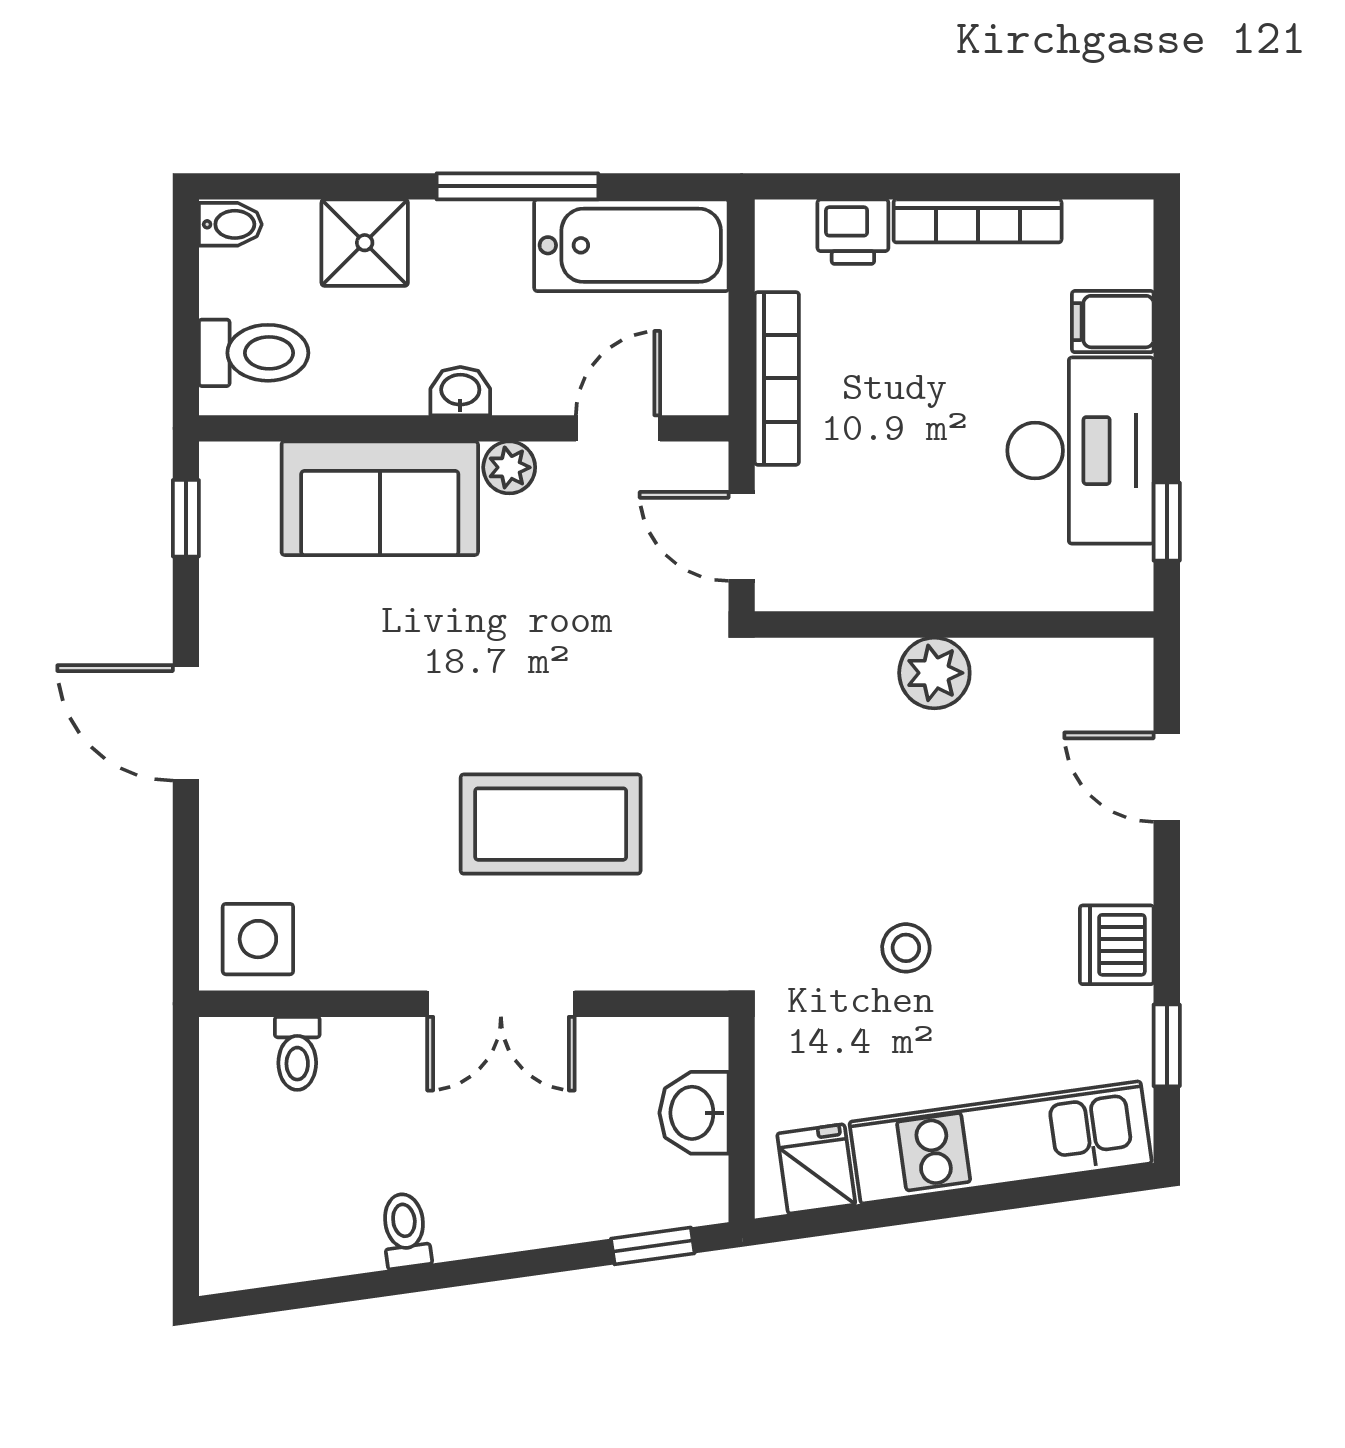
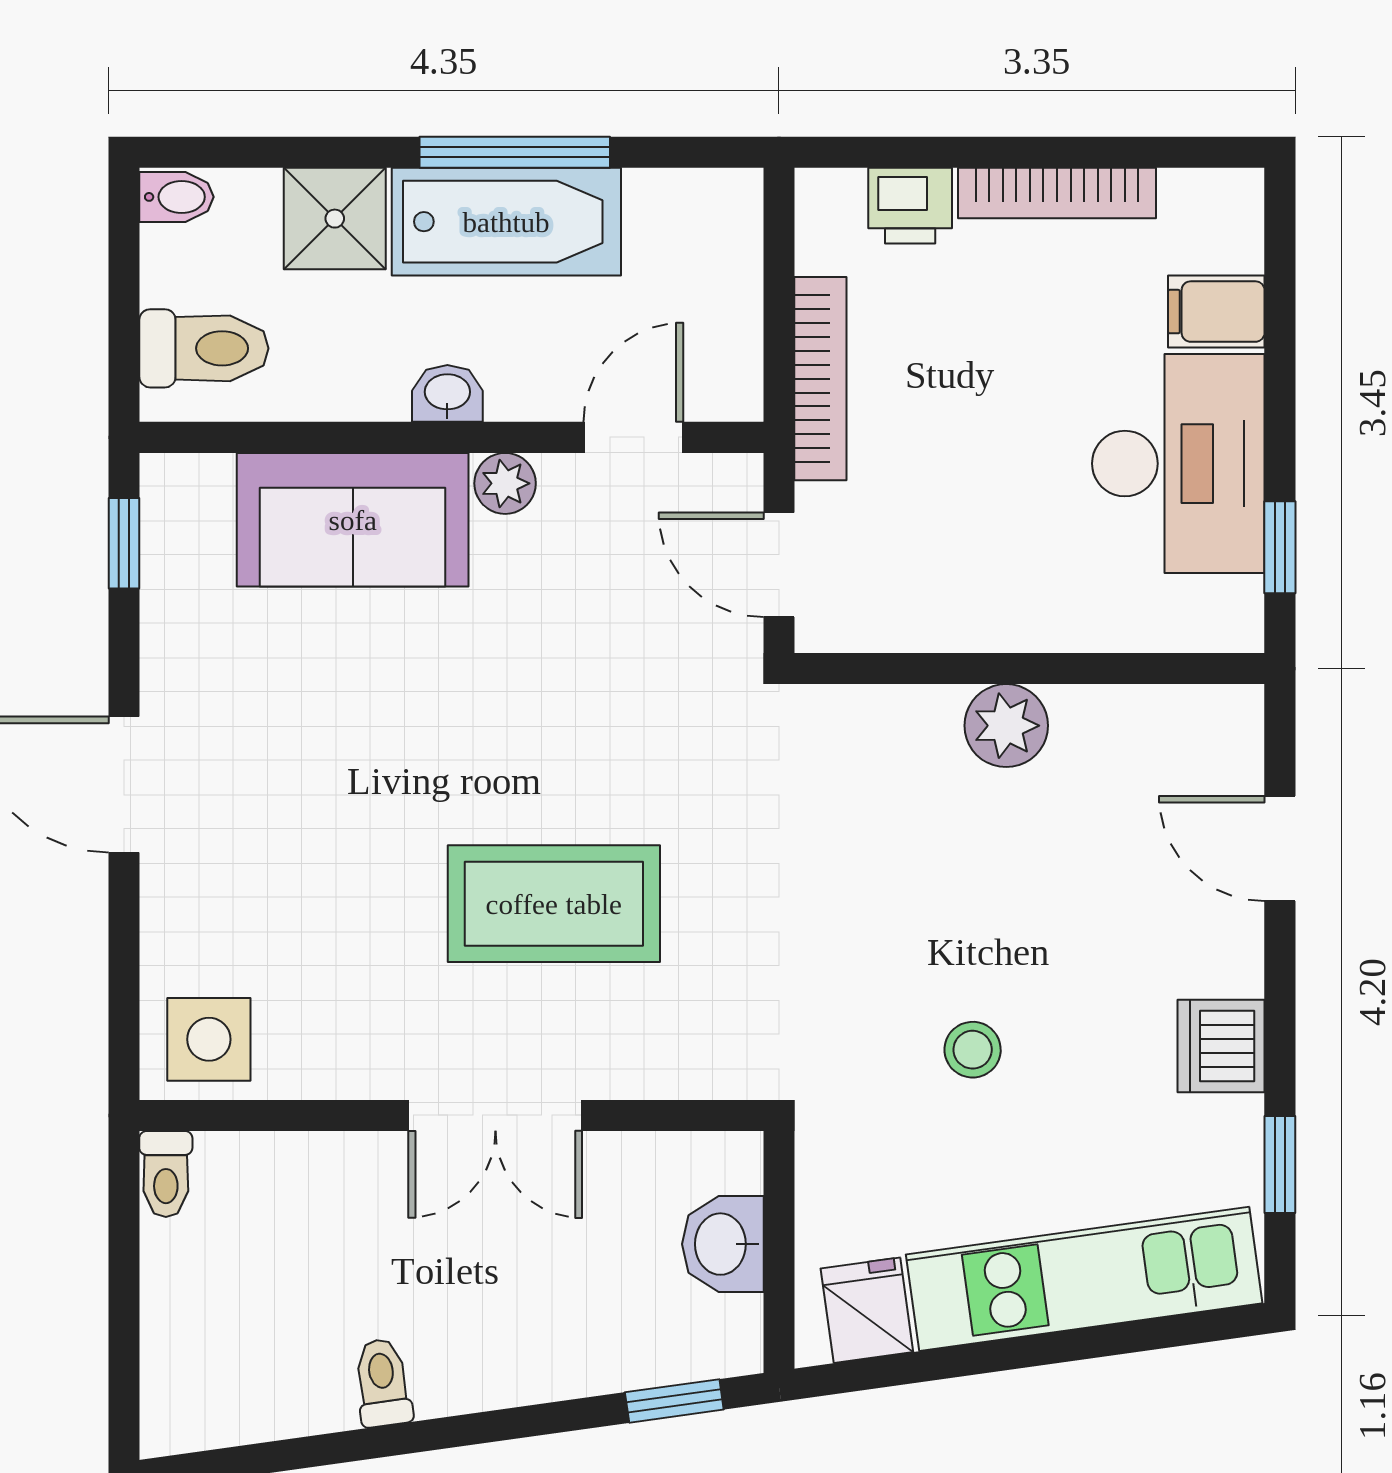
bathtub: (631, 245) -> (506, 222), moved
toilet: (297, 1053) -> (166, 1174), moved

